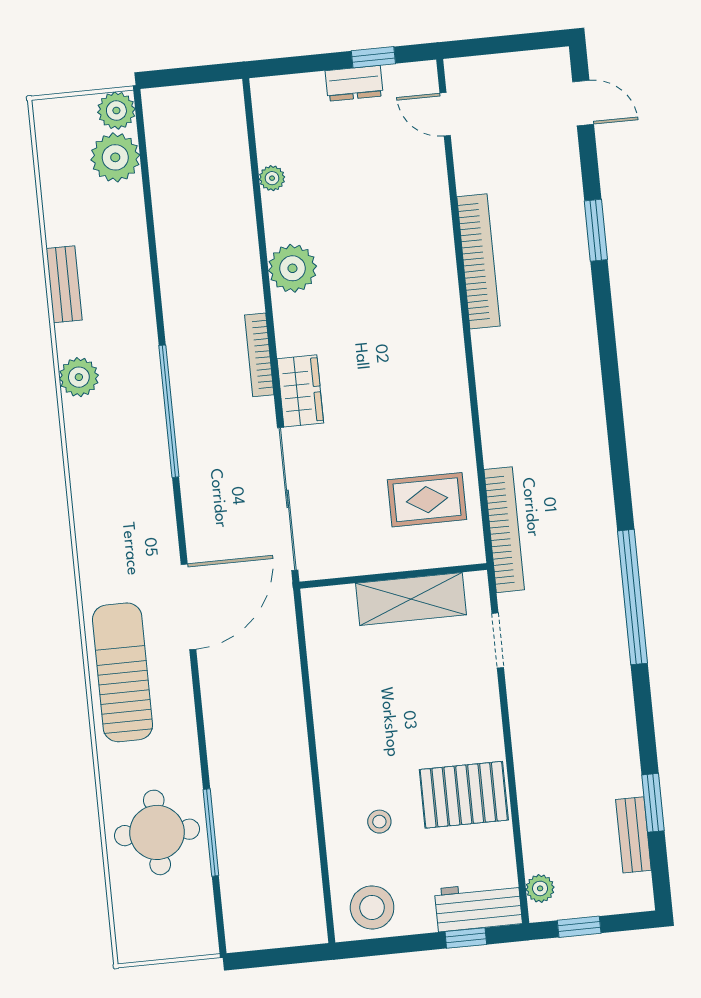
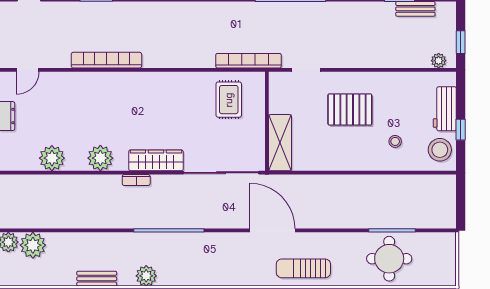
plant: (272, 178) -> (52, 158), width x1.88, depth x1.88
bookcase: (259, 355) -> (136, 180), width x0.64
wardrobe: (300, 391) -> (156, 160), width x1.50
shelving: (411, 599) -> (280, 143), moved
sun lounger: (123, 672) -> (303, 268), width x0.73, depth x0.75
pallet: (464, 795) -> (350, 109), moved, turned 90
workbench: (478, 906) -> (445, 109), moved
window: (466, 938) -> (461, 130), moved

